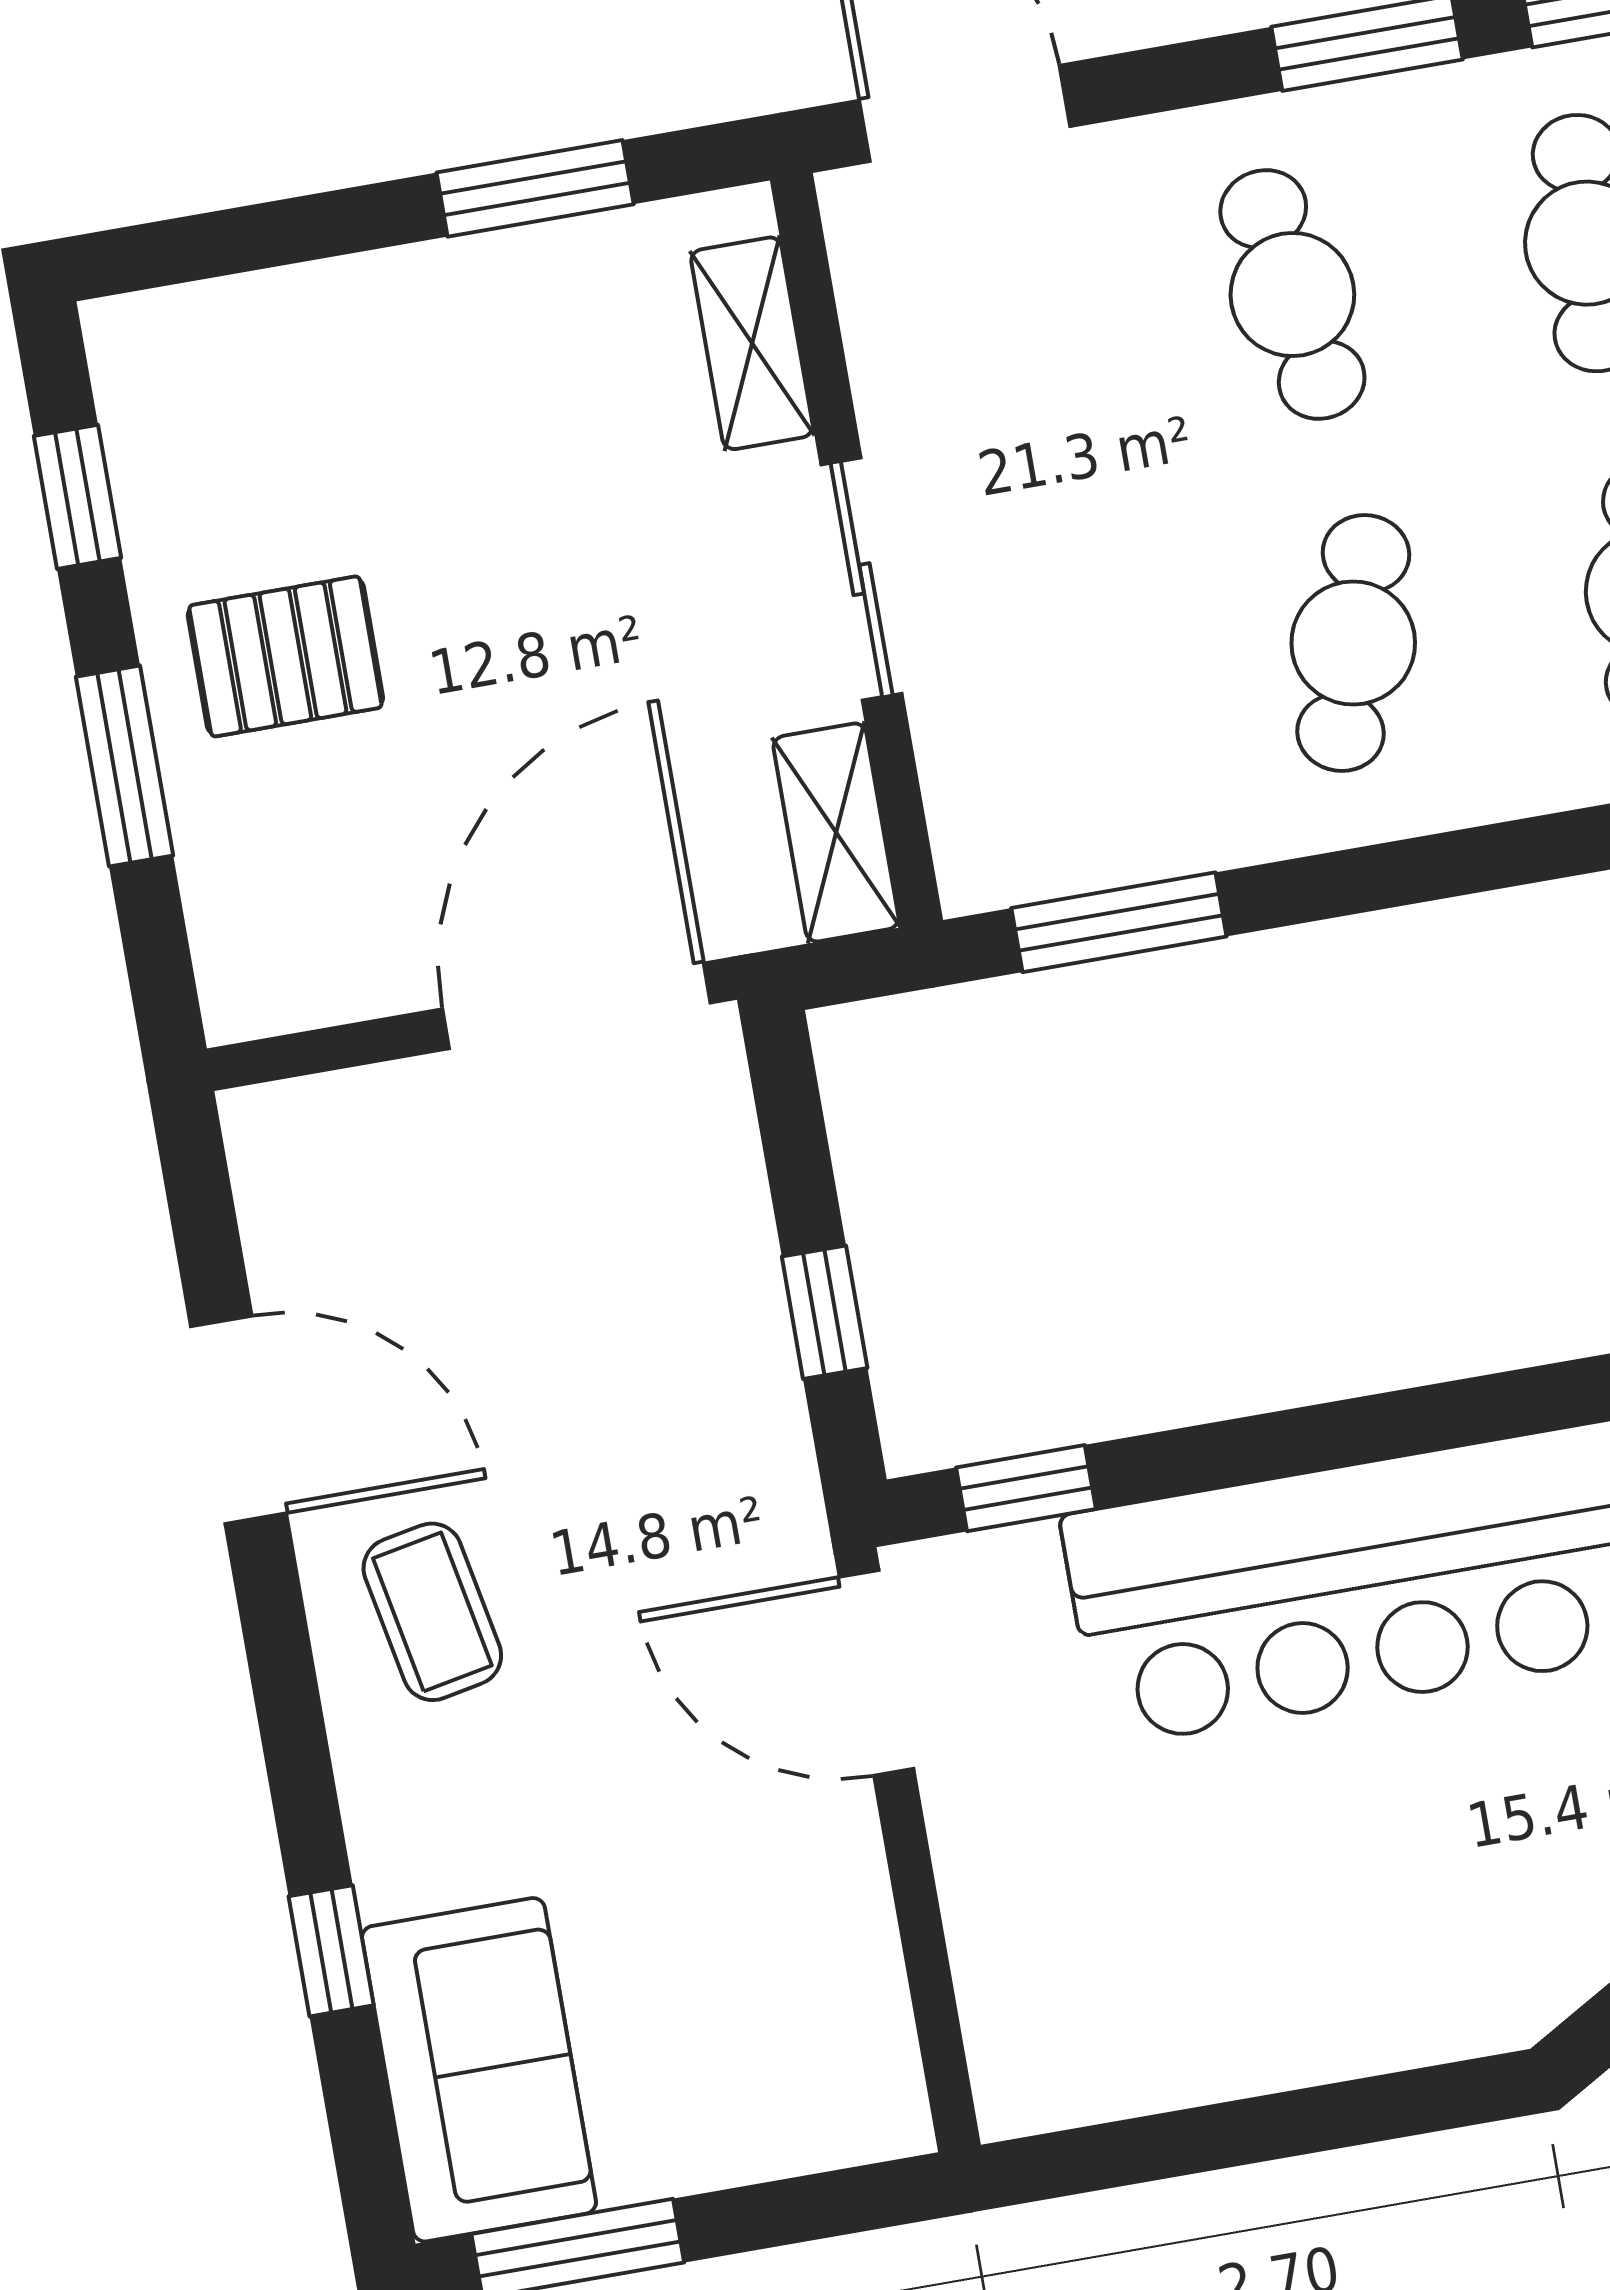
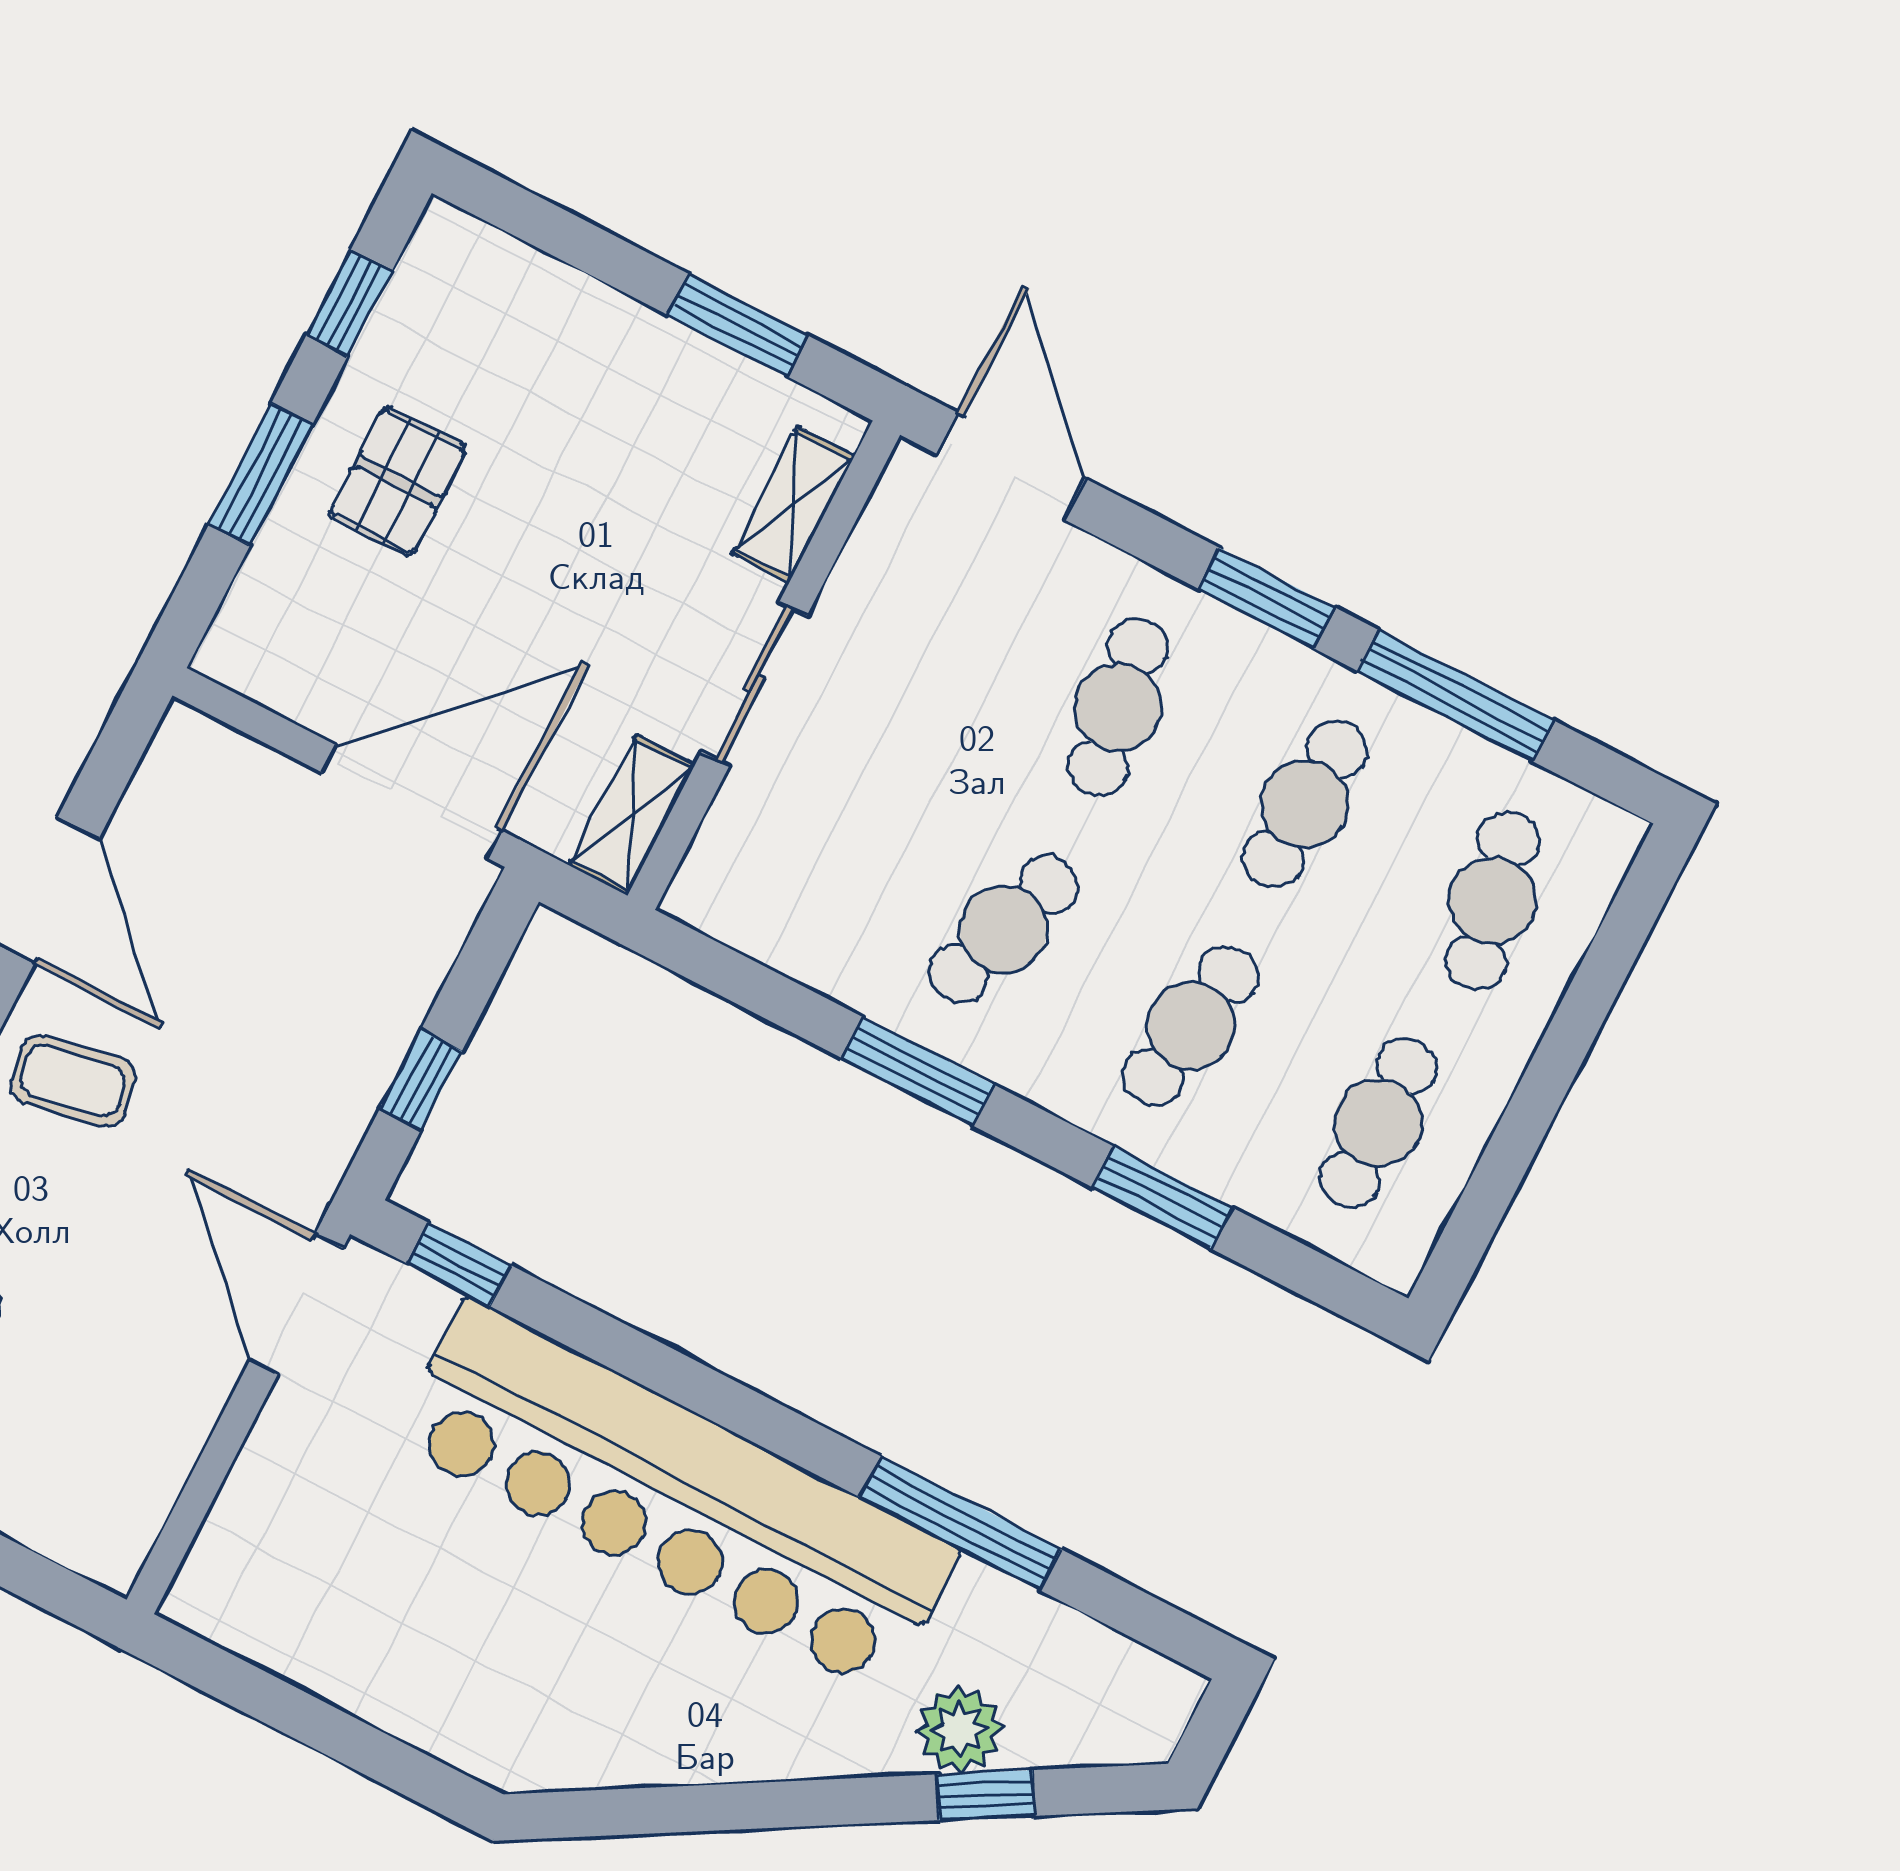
pallet: (285, 656) -> (398, 481), turned 90
window: (1119, 922) -> (918, 1071), moved
coffee table: (432, 1612) -> (73, 1081), turned 90

